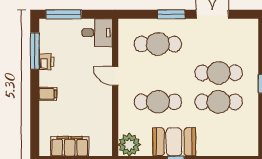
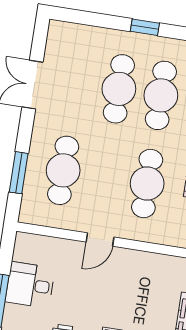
window: (171, 14) -> (19, 173), moved
desk: (97, 33) -> (30, 285), moved, turned -90

